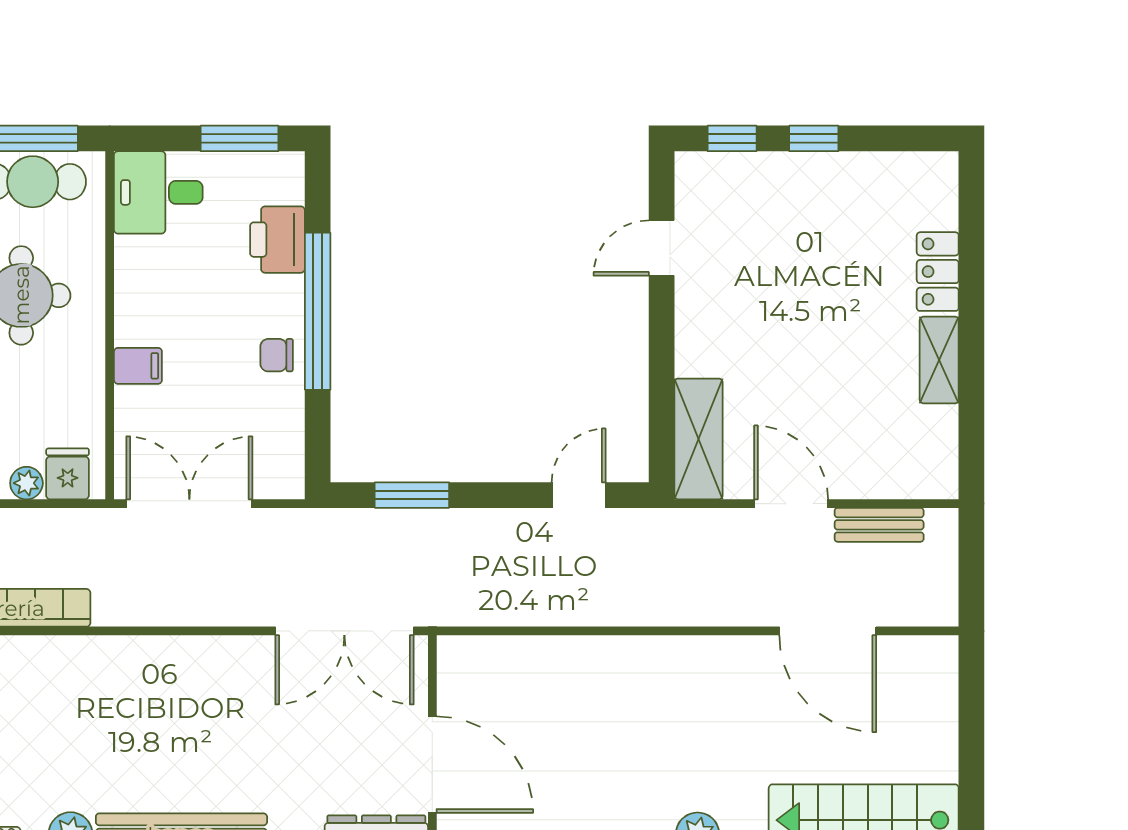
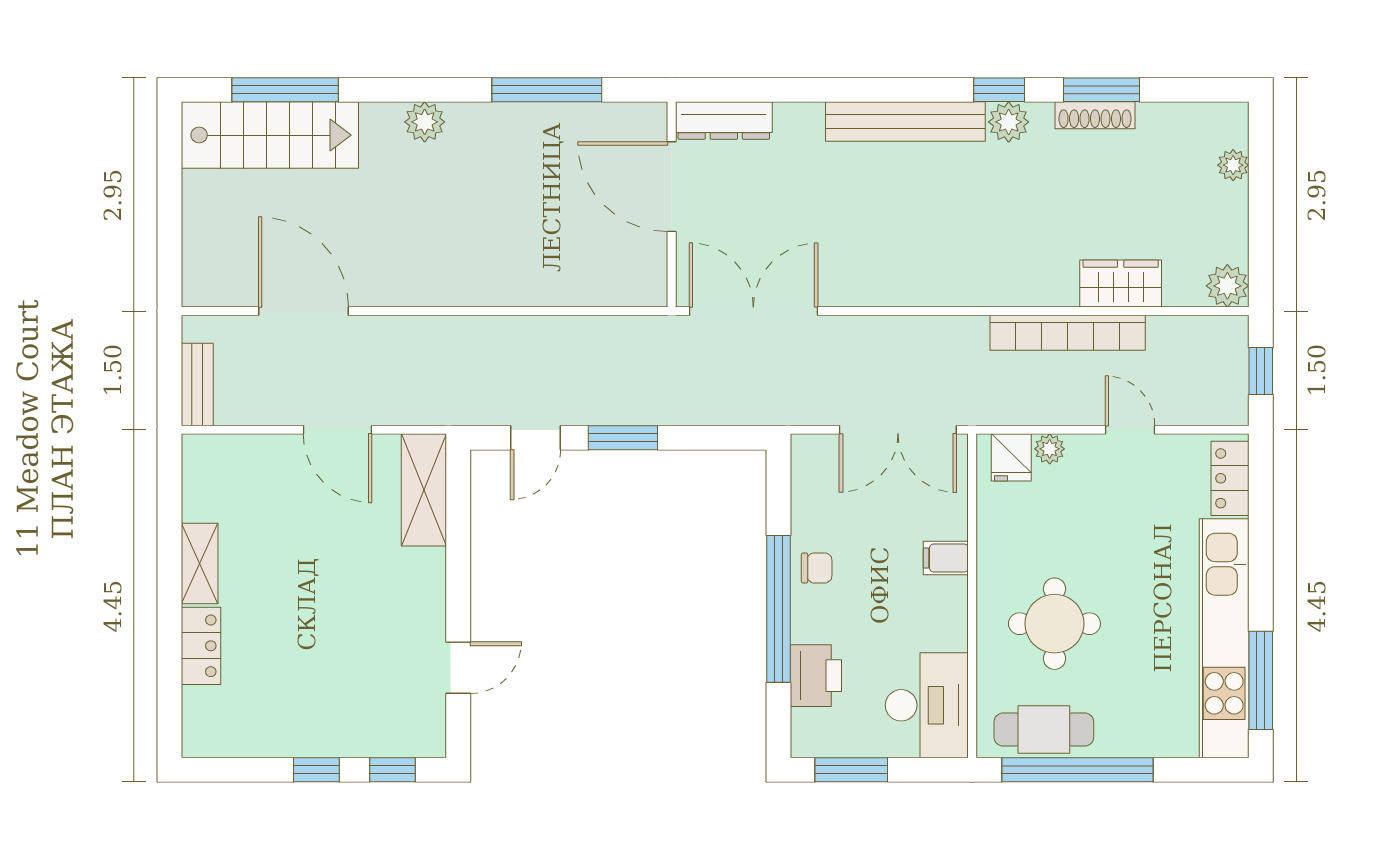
desk: (158, 192) -> (927, 705), width x1.37
window: (412, 495) -> (623, 438), moved
bench: (879, 525) -> (197, 384), moved, turned 90

